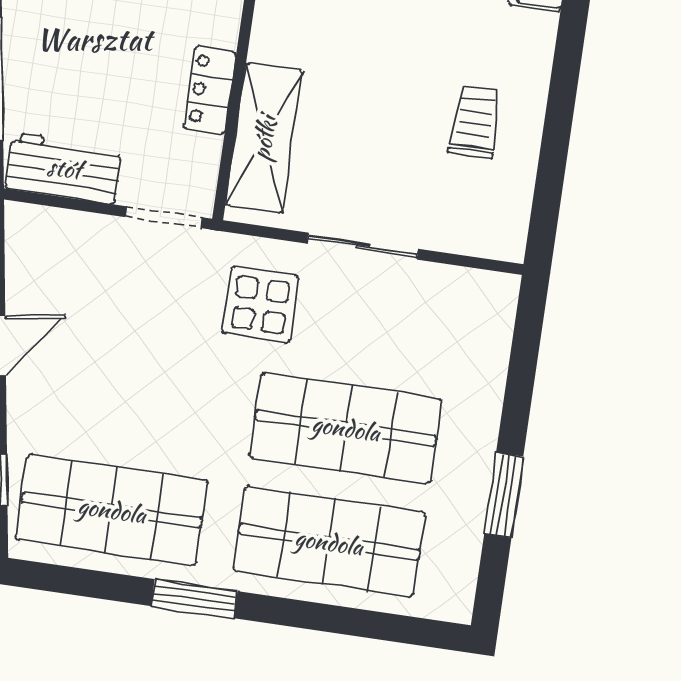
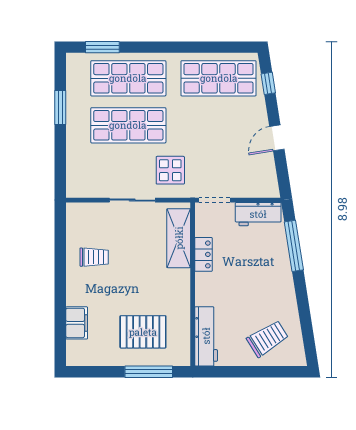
trolley: (475, 122) -> (94, 257), turned -90
window: (194, 599) -> (102, 47), moved

